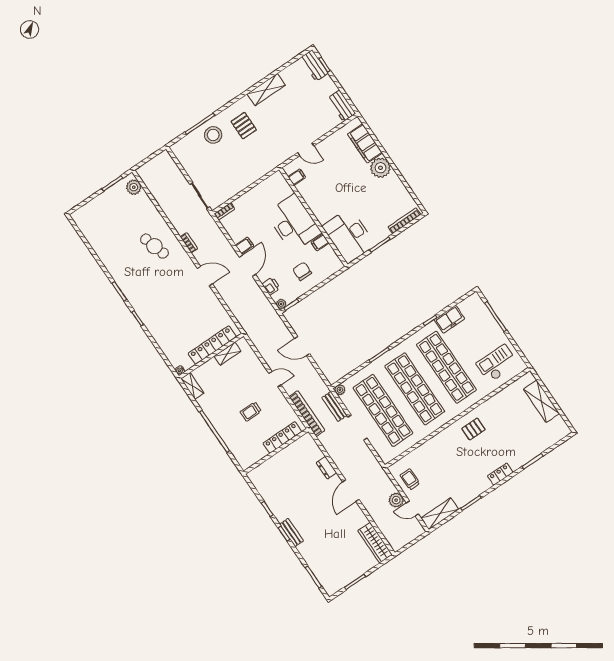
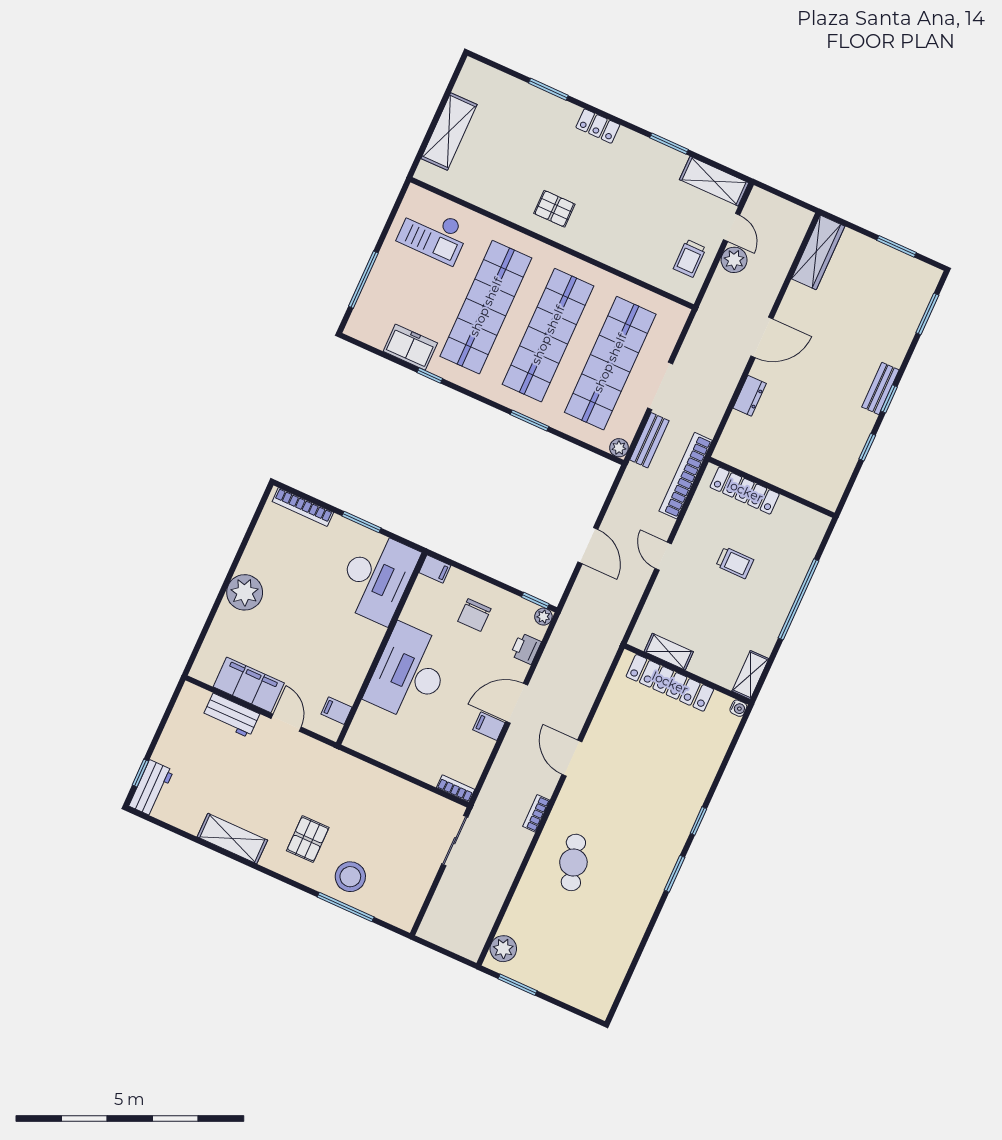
workbench: (342, 106) -> (231, 715), moved, turned 90
filing cabinet: (365, 143) -> (249, 685), moved, turned -90
filing cabinet: (320, 243) -> (435, 569), moved

